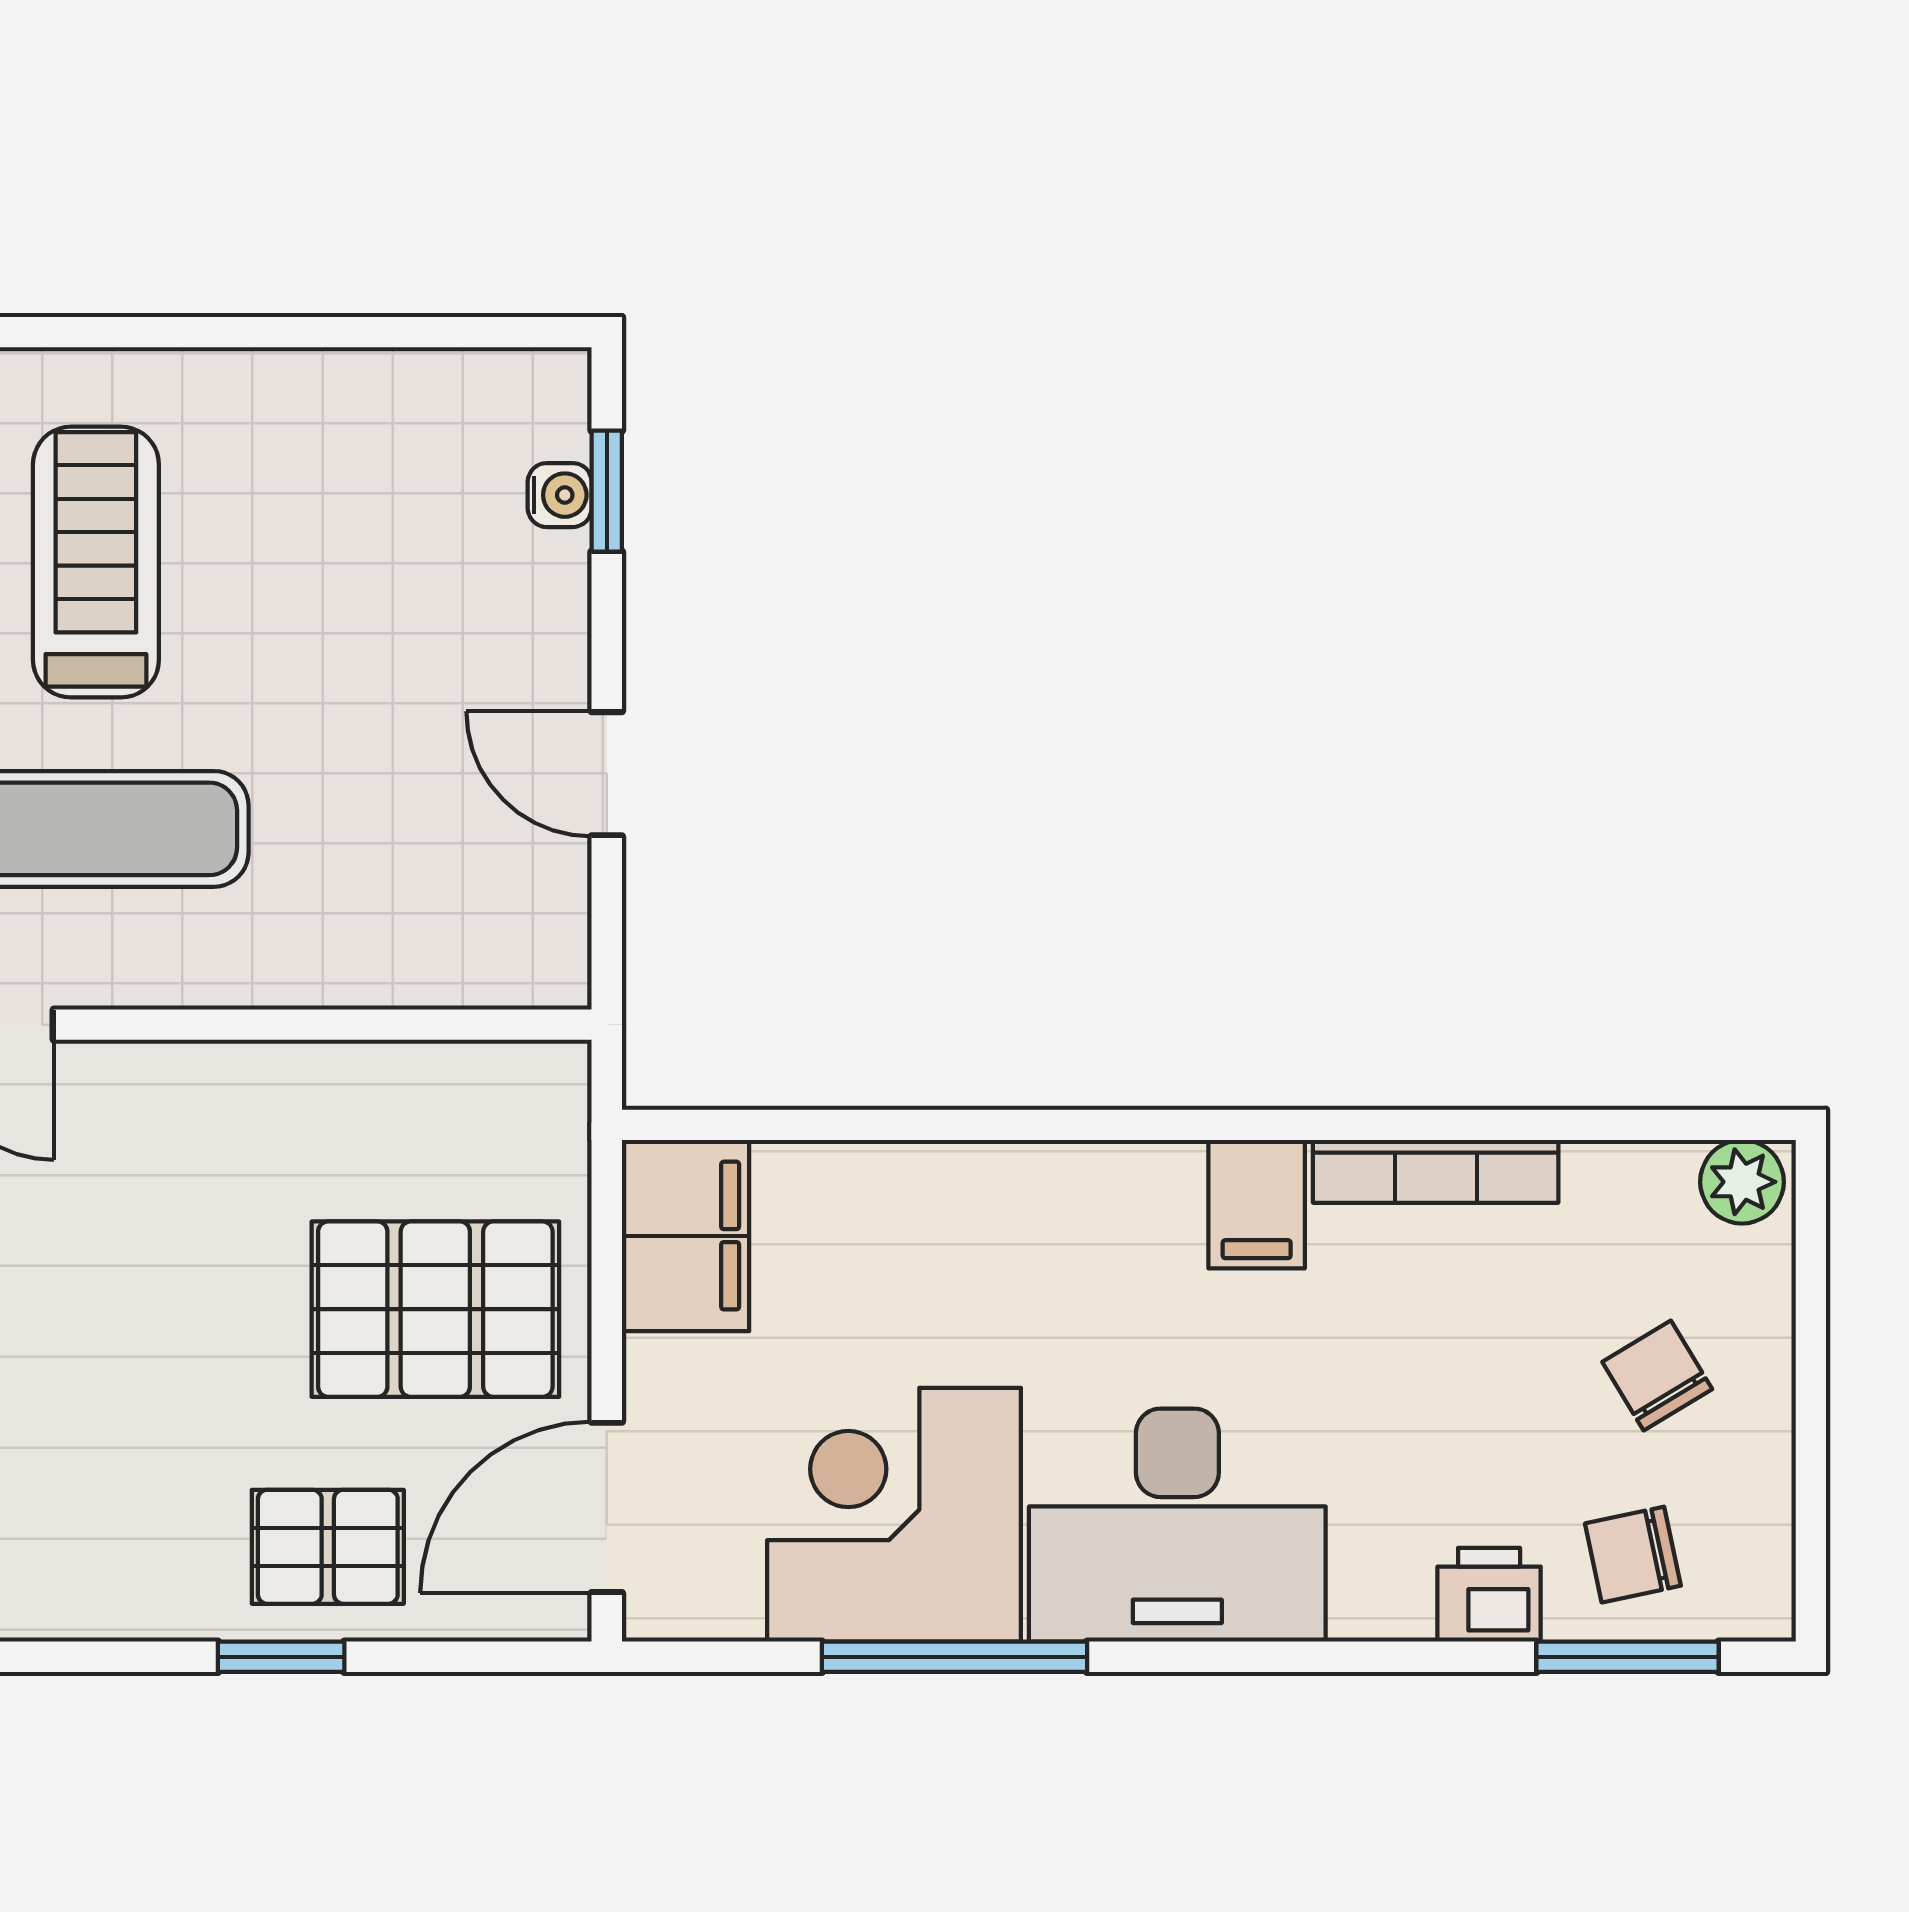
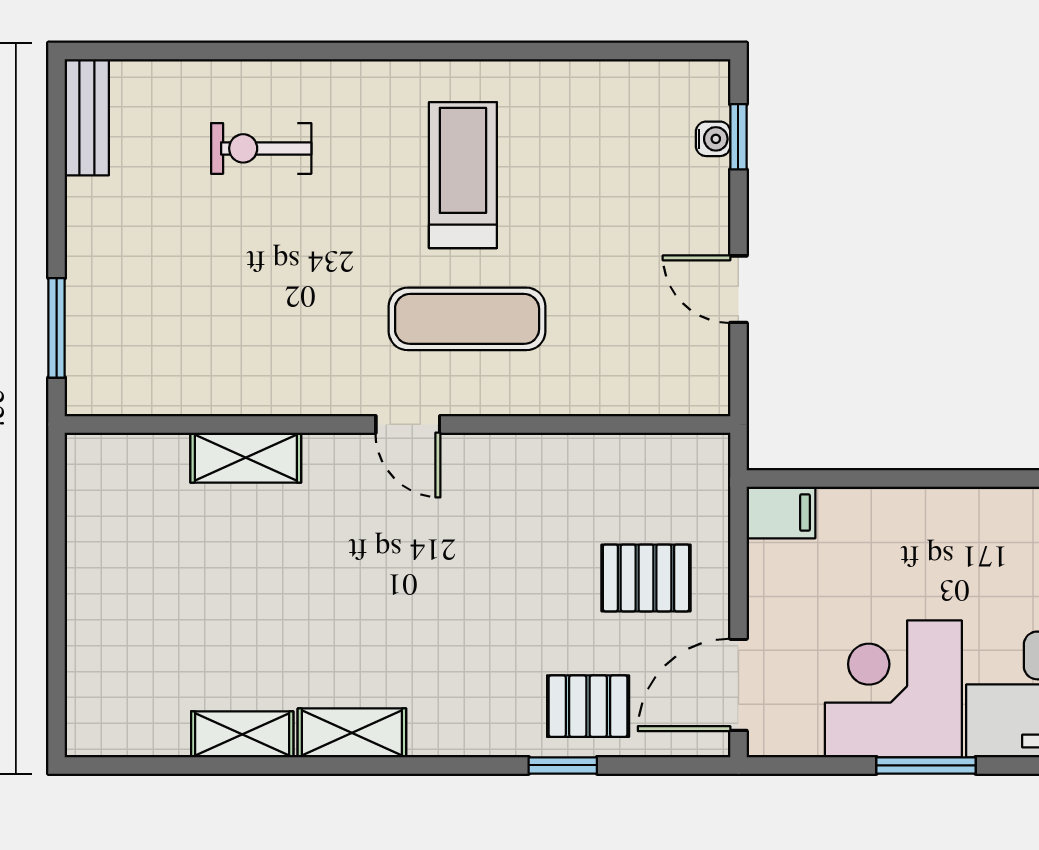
filing cabinet: (686, 1236) -> (781, 513), width x0.50
pallet: (435, 1309) -> (646, 578), width x0.67, depth x0.71
window: (955, 1657) -> (926, 765), width x0.69

